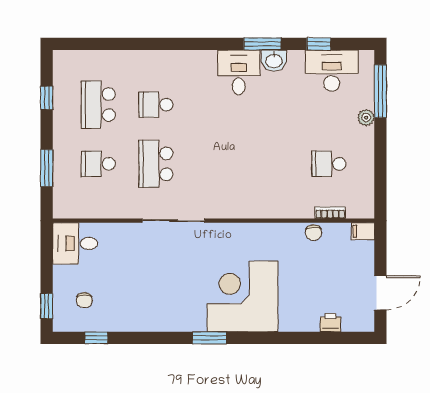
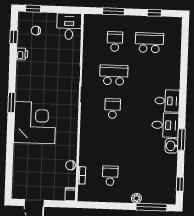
window: (319, 44) -> (180, 184), moved
desk: (332, 71) -> (167, 101), moved, width x0.73
school desk: (156, 105) -> (113, 109), moved
printer: (331, 323) -> (22, 54), moved

